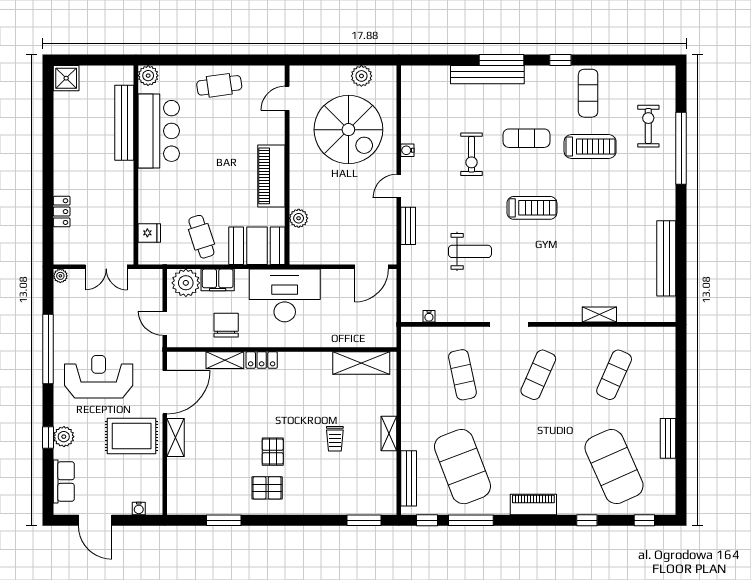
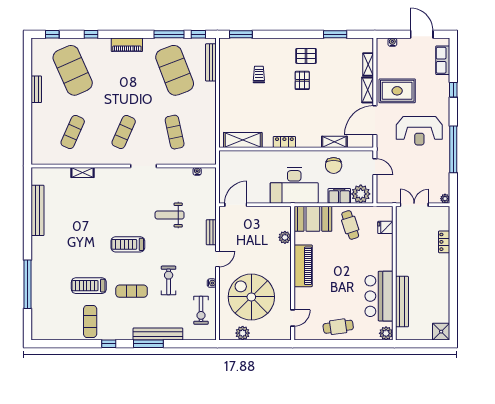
exercise bike: (648, 126) -> (201, 310), moved
locker: (262, 360) -> (284, 142), moved
shelving: (389, 434) -> (368, 64), moved
plant: (64, 437) -> (443, 90), removed
trolley: (335, 439) -> (259, 75), moved

